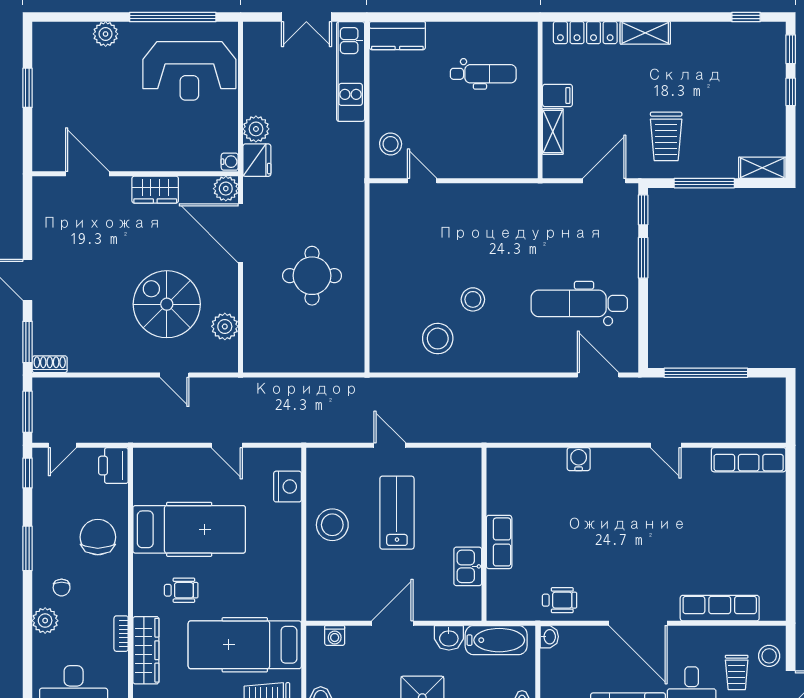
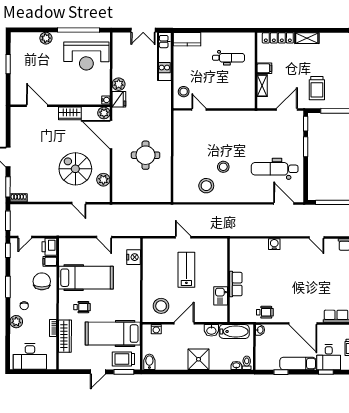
filing cabinet: (114, 496) -> (50, 261), added
stool: (332, 525) -> (161, 306), moved

